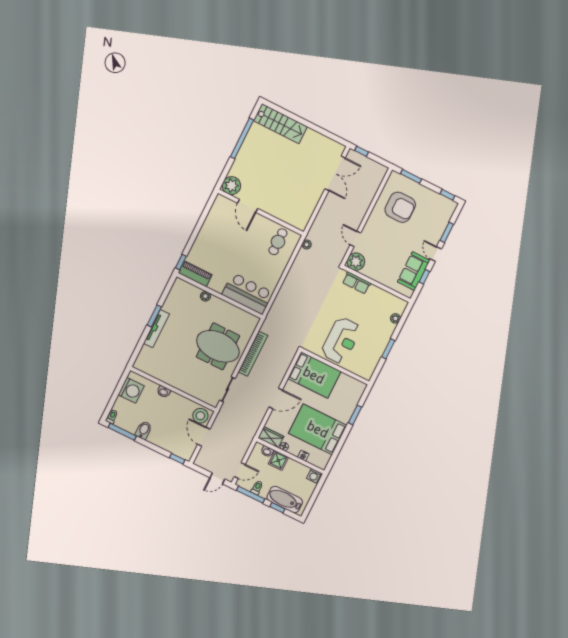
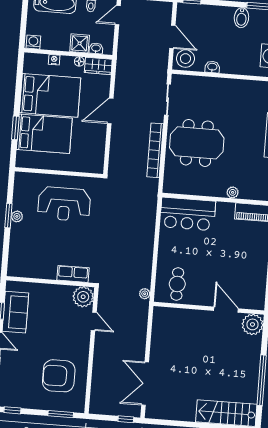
plant: (395, 318) -> (17, 216), moved
reception desk: (341, 340) -> (64, 204), turned -90
bed: (314, 375) -> (44, 134), moved, turned 180
washbasin: (164, 392) -> (212, 67), moved

